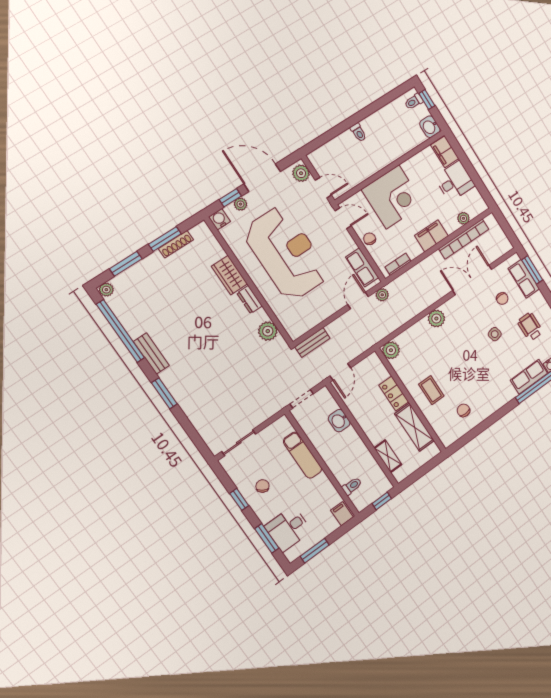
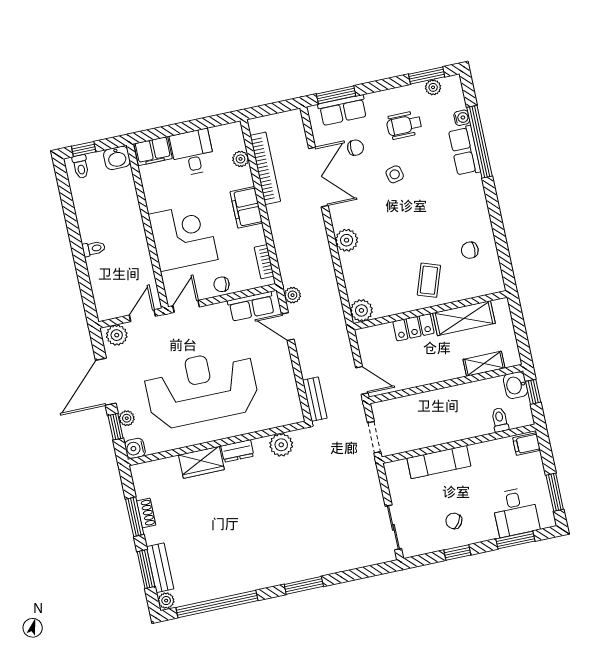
shoe rack: (176, 244) -> (146, 513), width x0.70
double door: (472, 280) -> (318, 177), swing flipped
bench: (151, 354) -> (160, 568), moved, turned 90
coffee table: (431, 390) -> (429, 280), turned -71
washbasin: (339, 421) -> (516, 385), moved, turned 90

